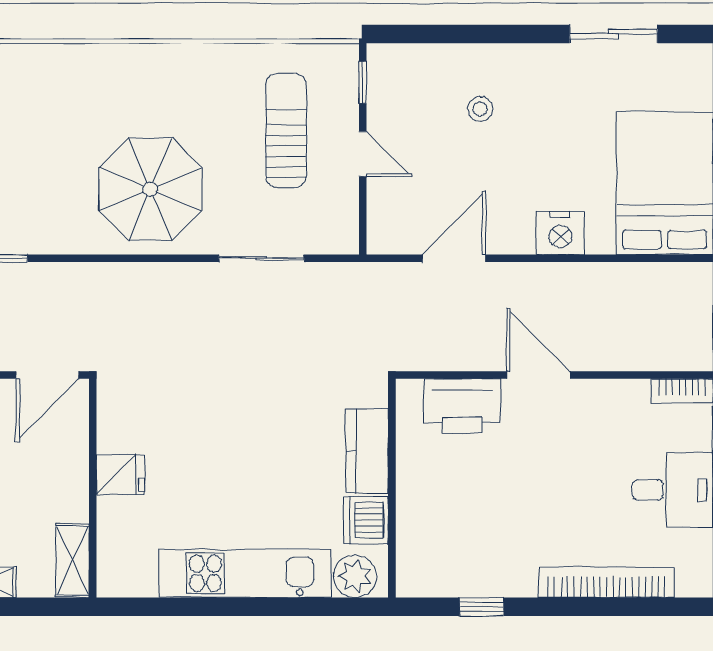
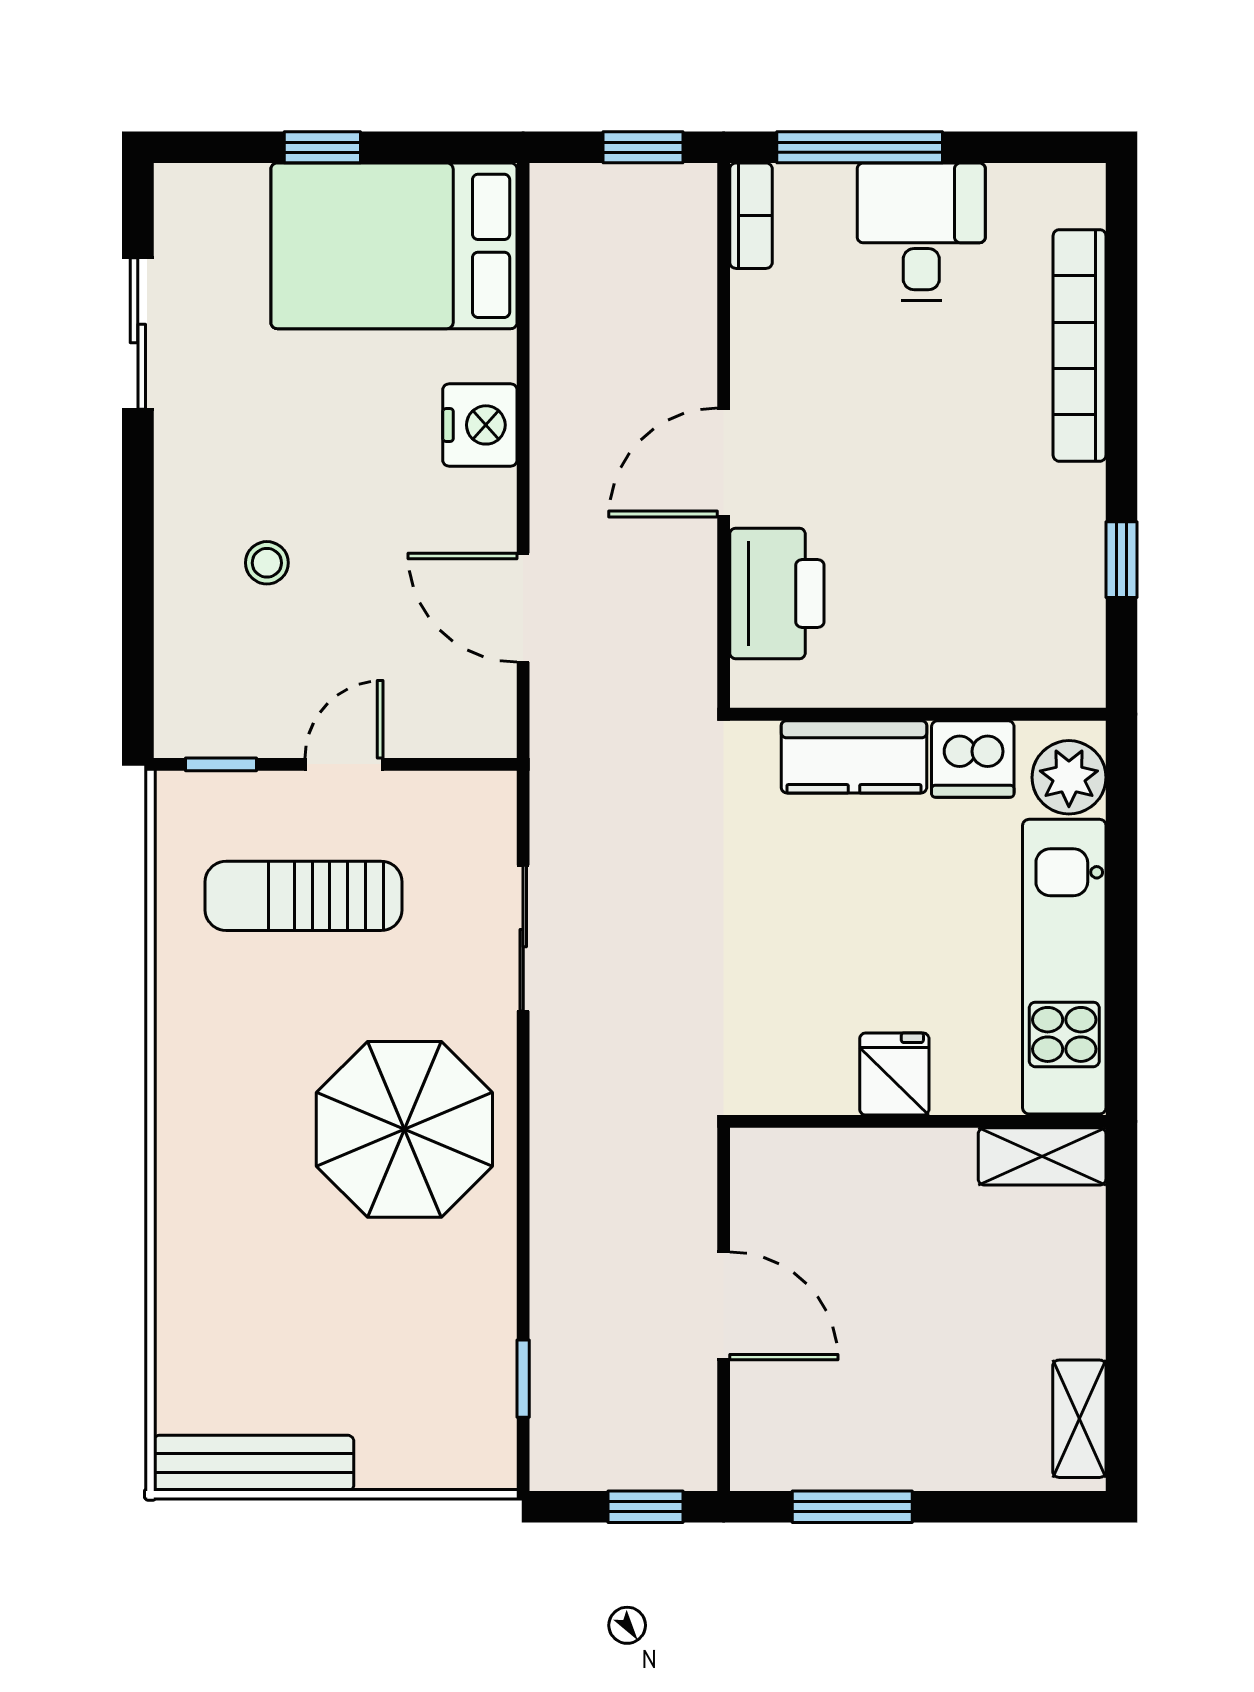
fridge: (120, 474) -> (894, 1074), moved
wall: (93, 488) -> (918, 1121), moved
shelving: (72, 560) -> (1042, 1156), moved

